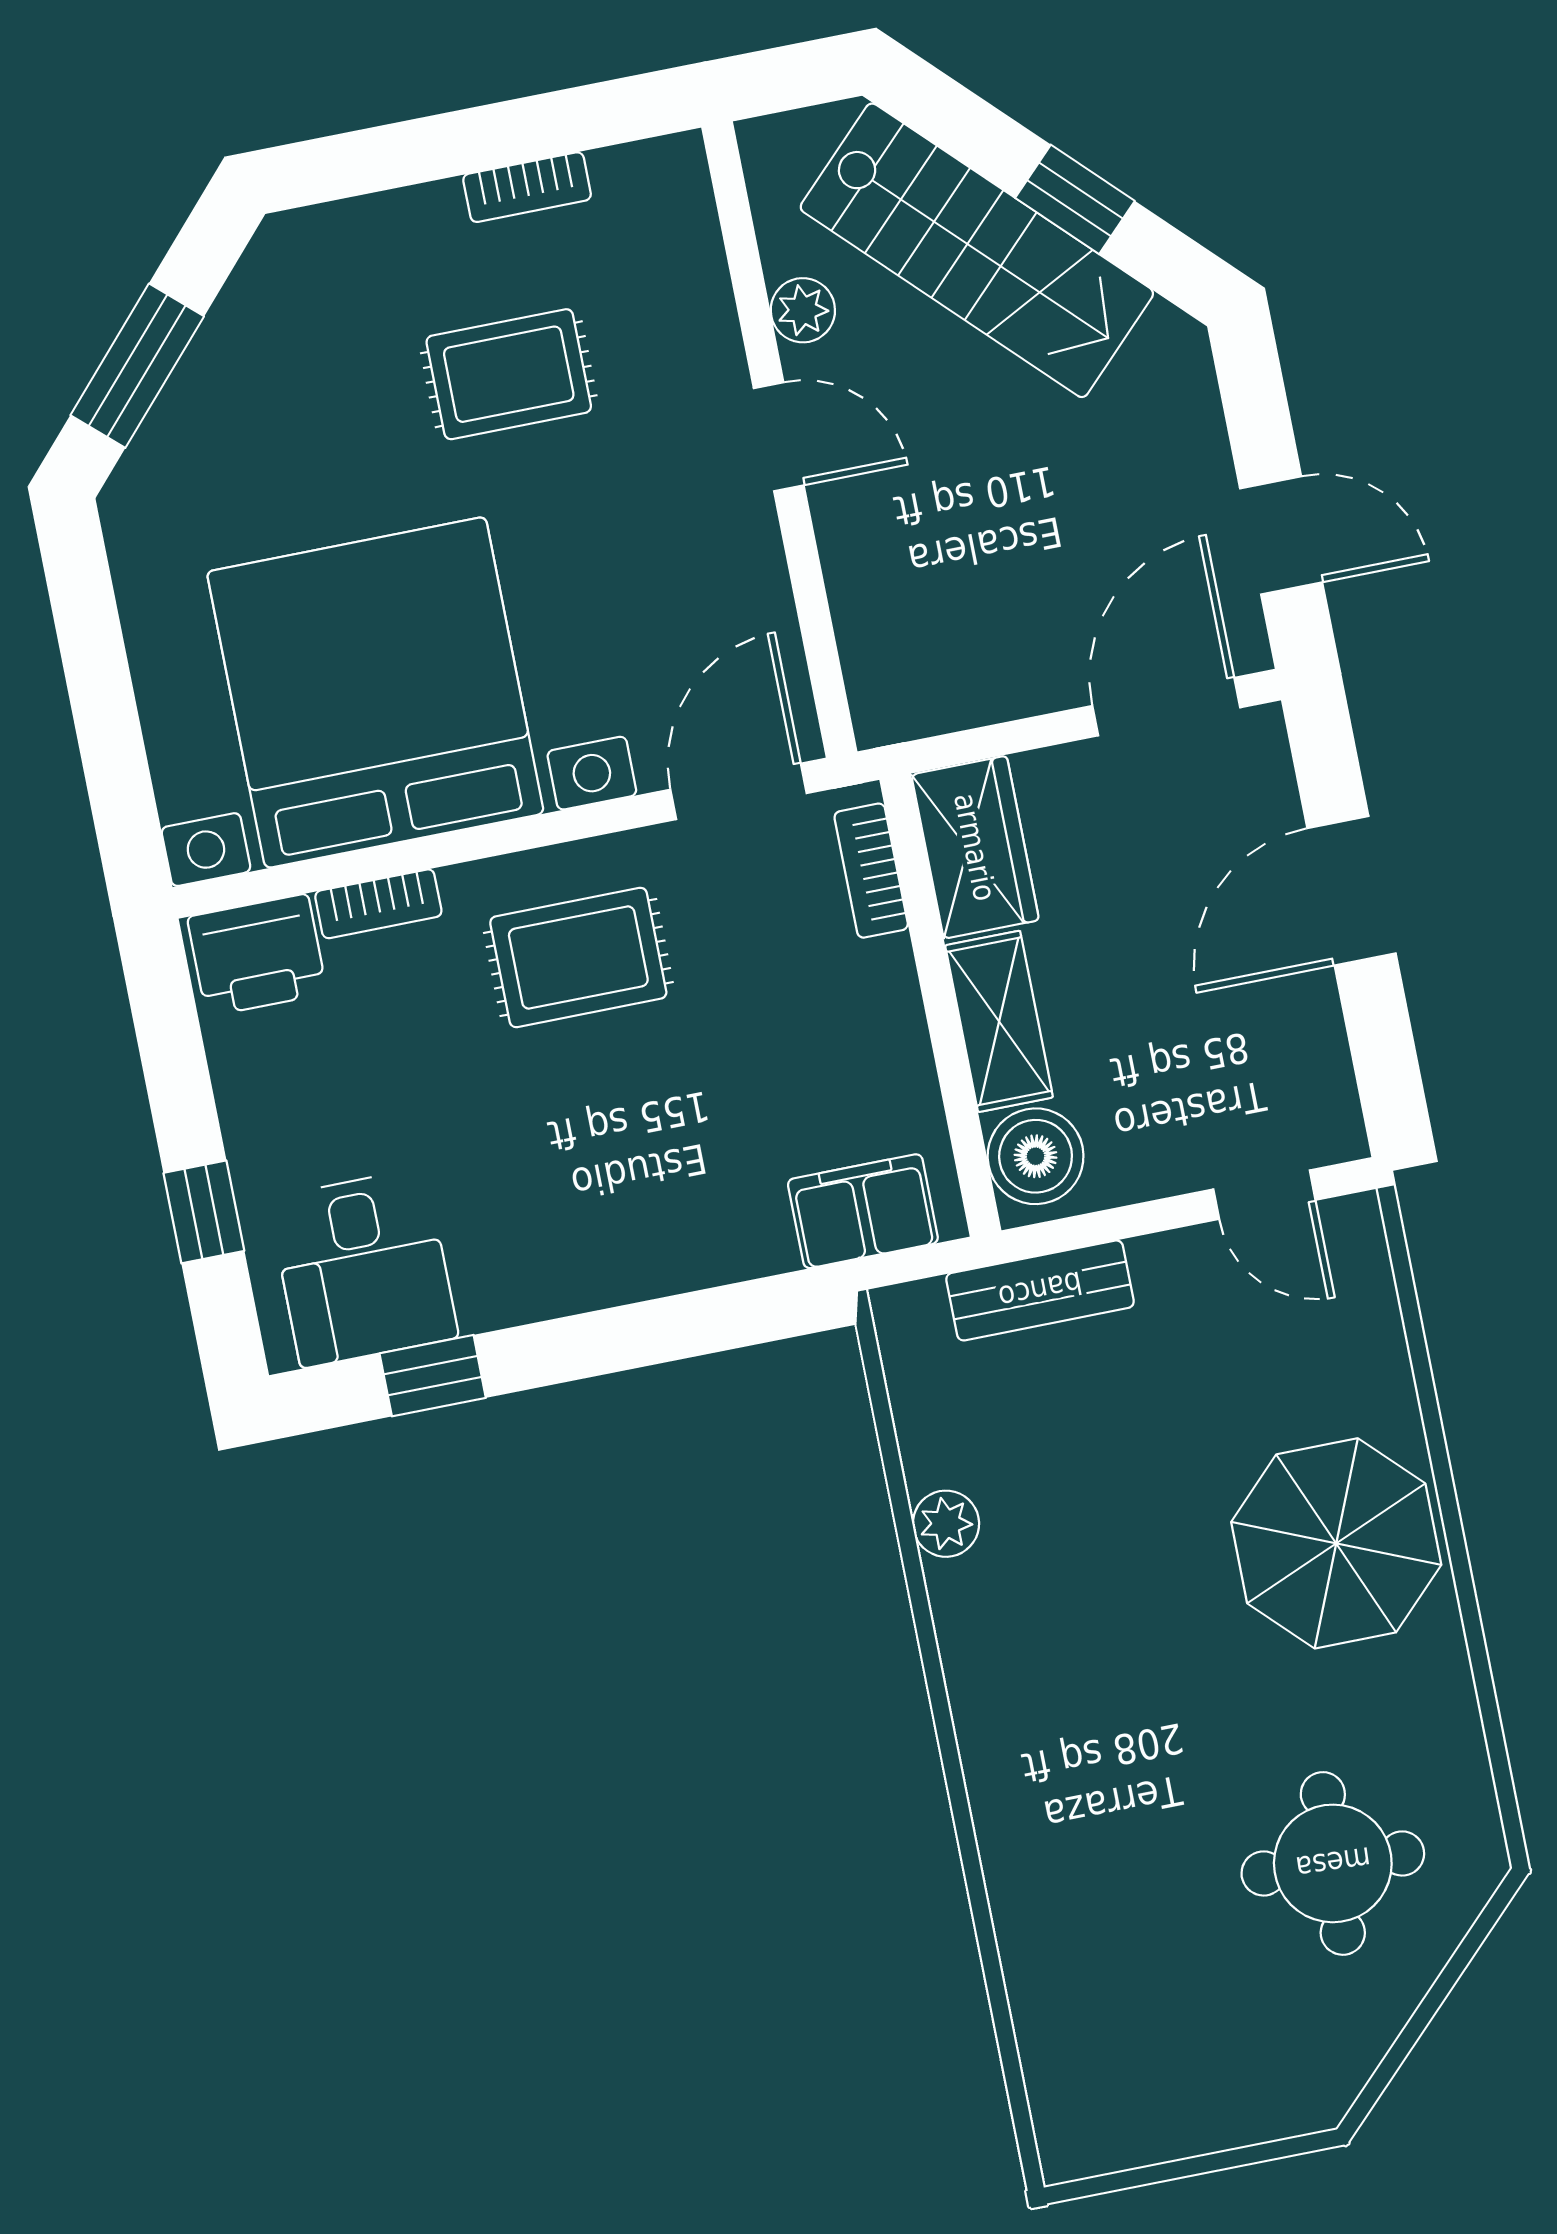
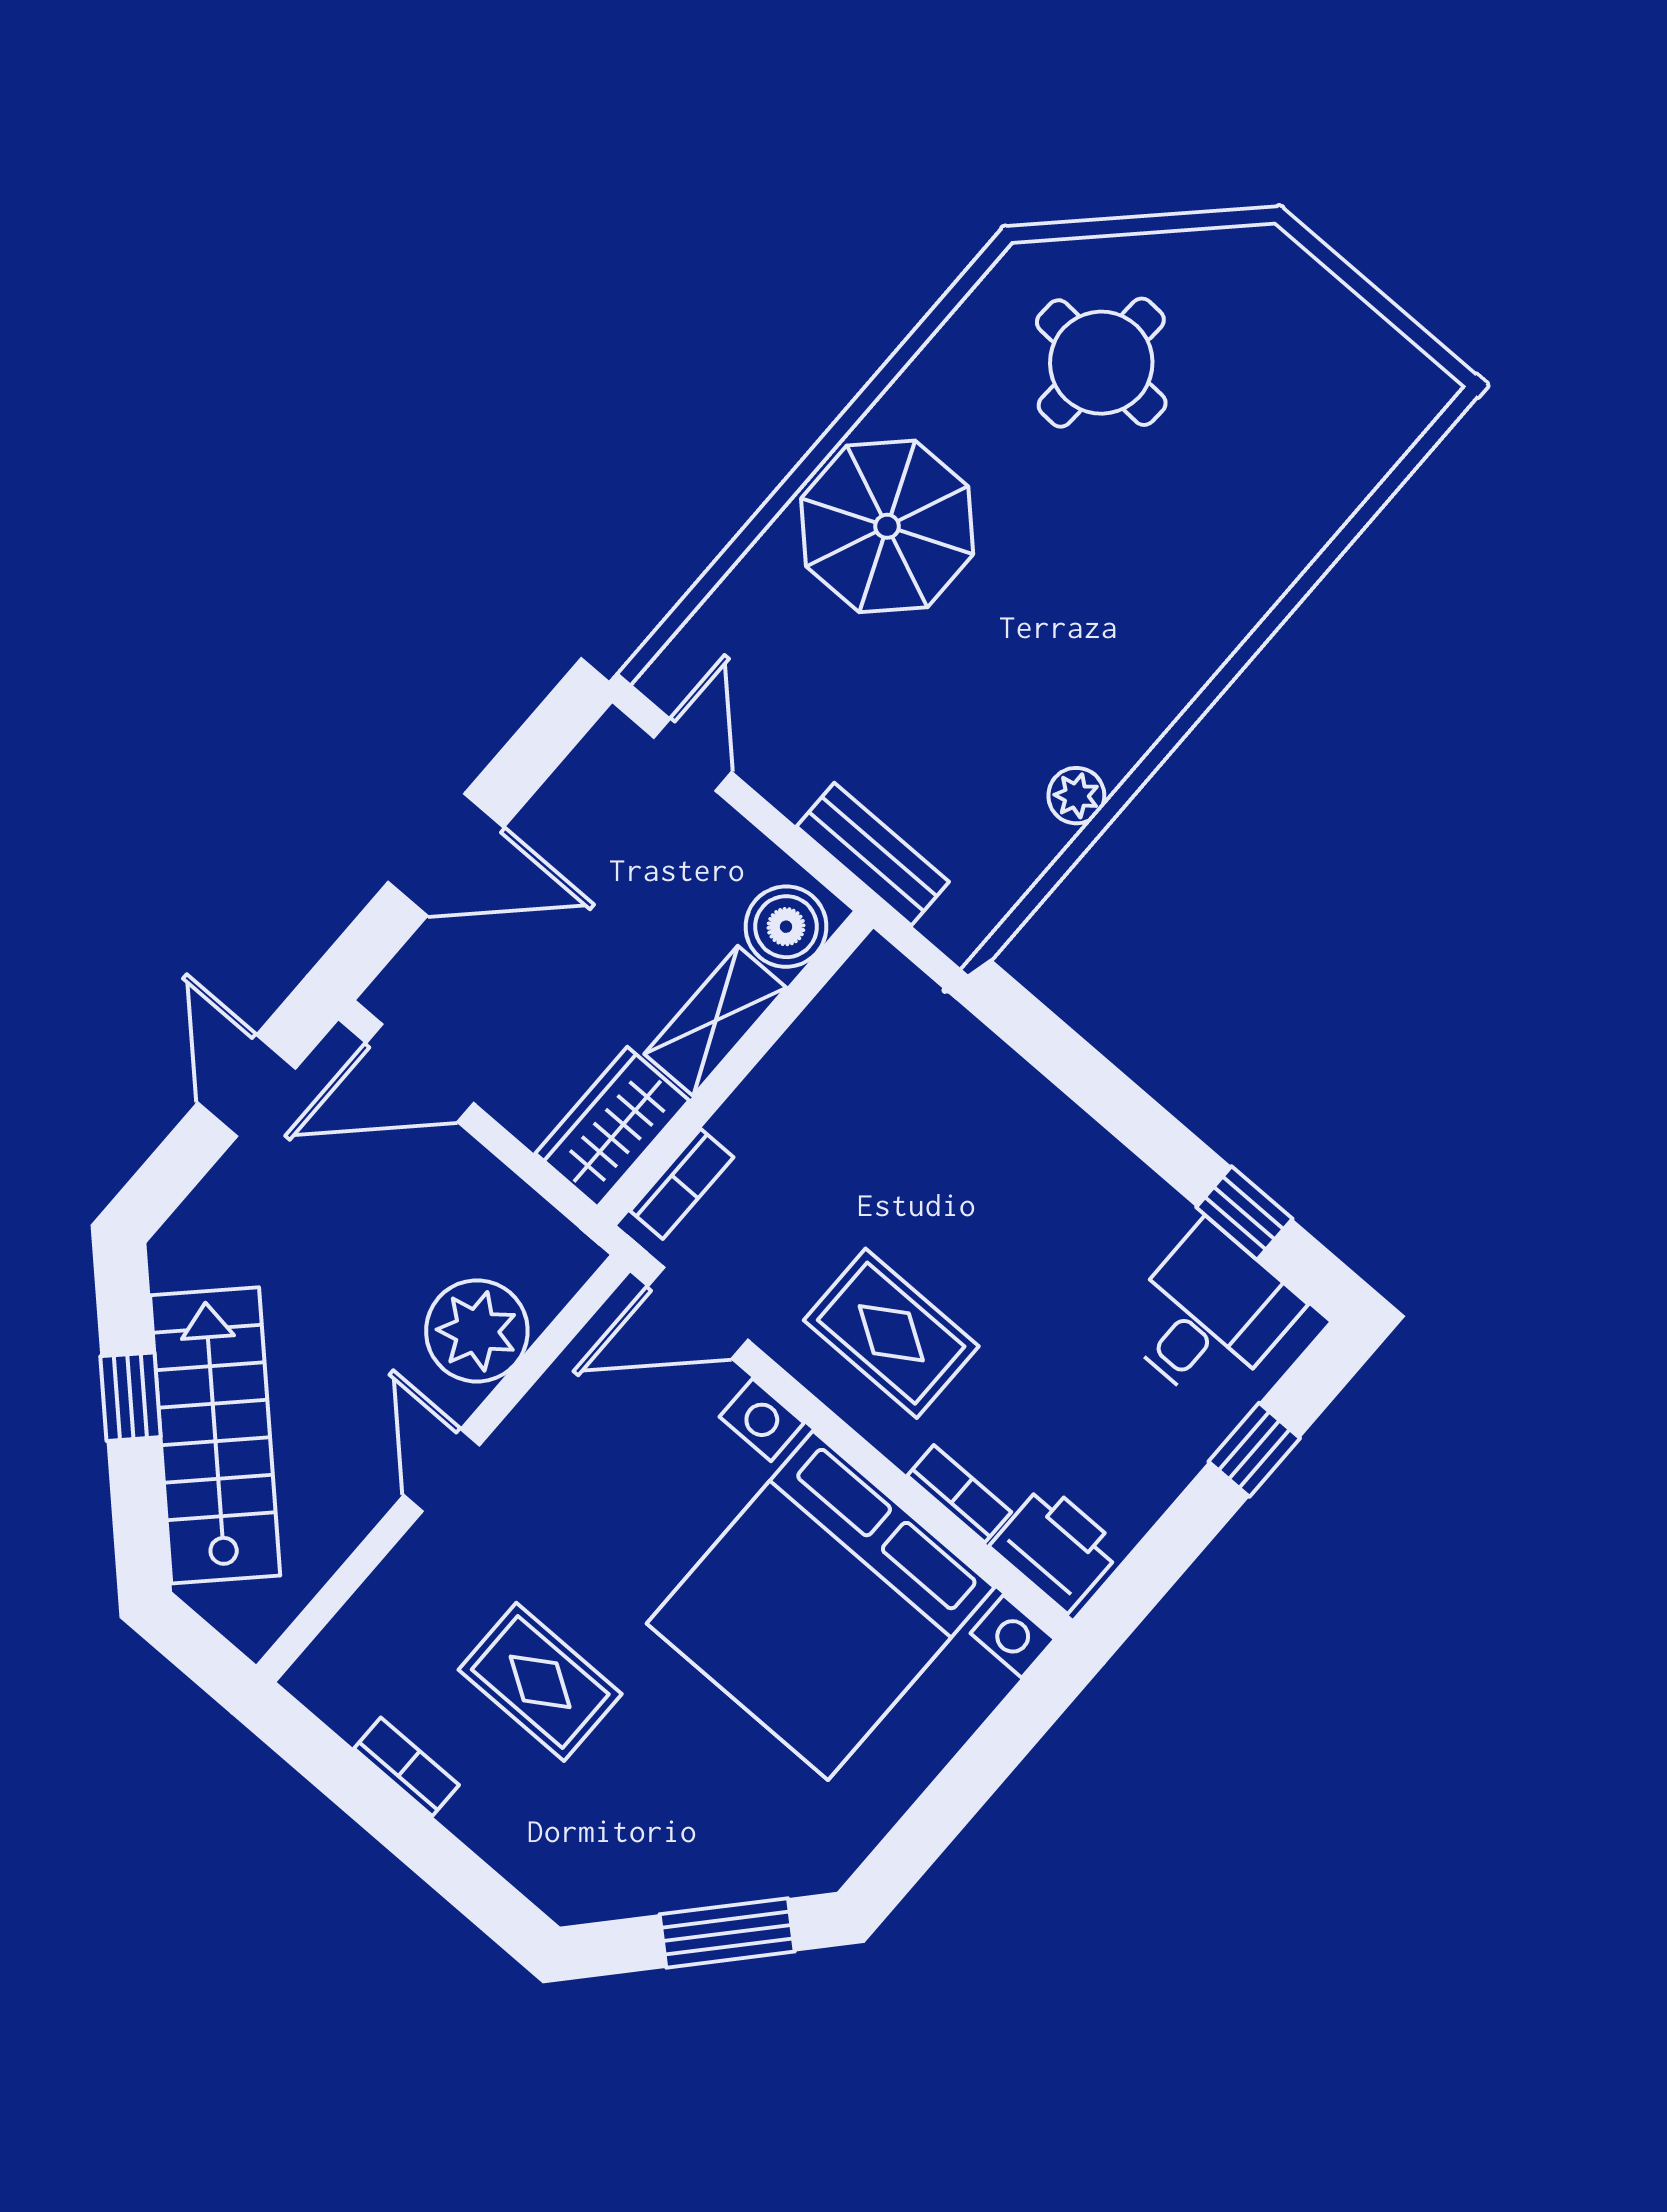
plant: (803, 310) -> (477, 1331), moved, width x1.87, depth x1.87
filing cabinet: (863, 1211) -> (912, 1013), removed

